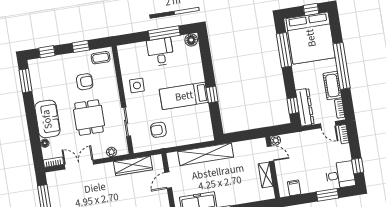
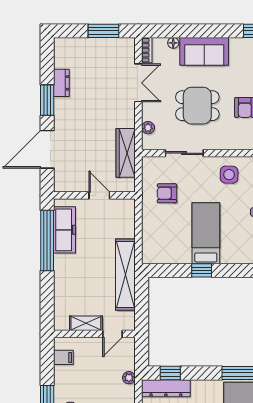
armchair: (158, 130) -> (167, 193), turned -90
plant: (276, 140) -> (129, 378), moved
shelving: (206, 154) -> (125, 275), moved

